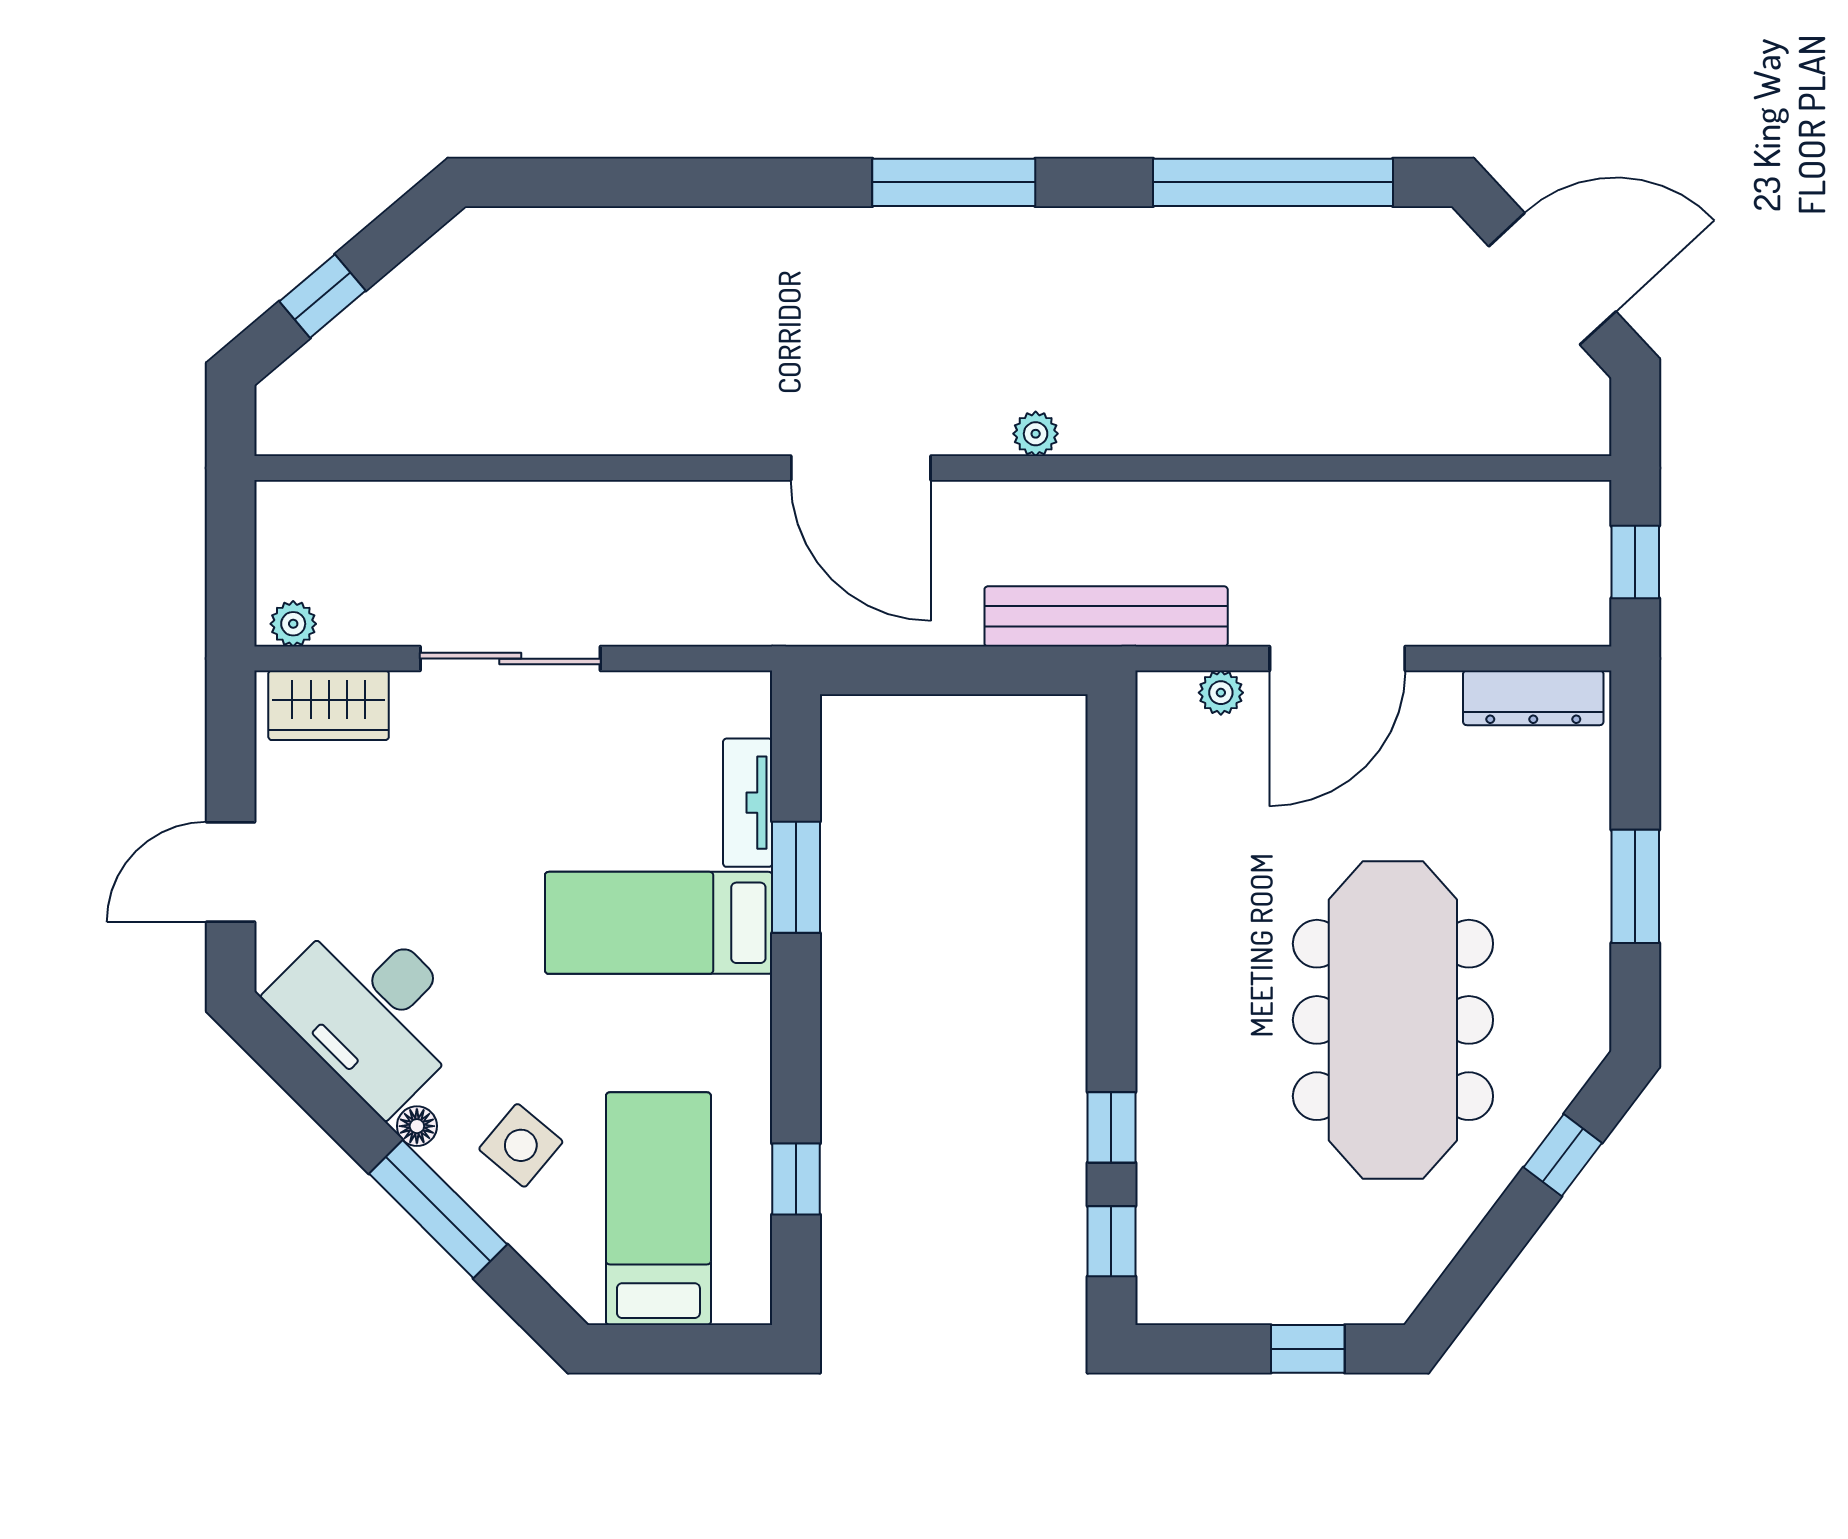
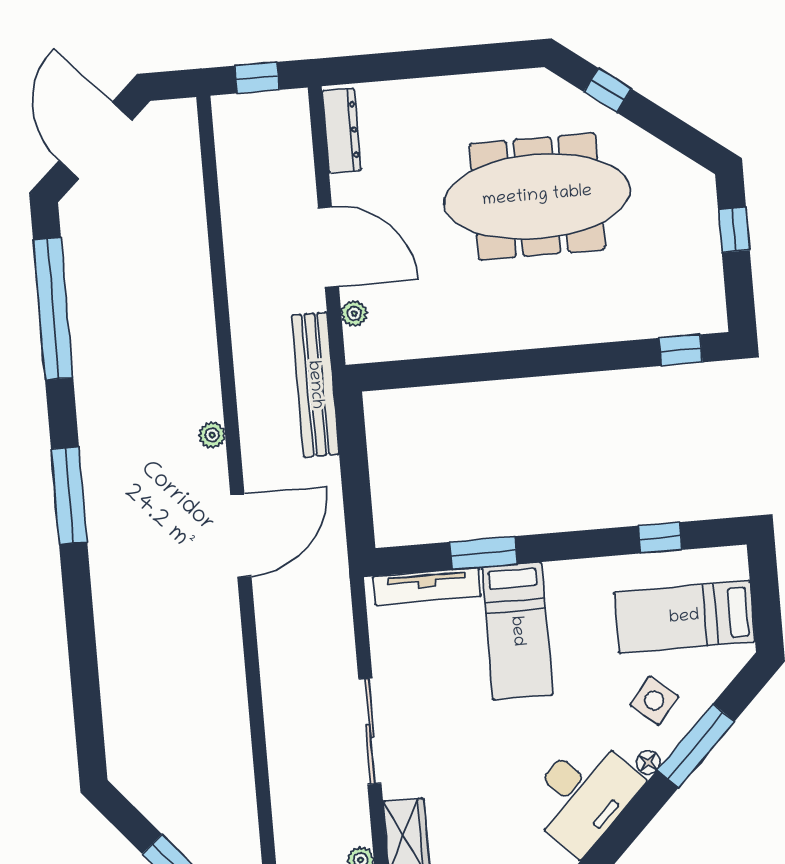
tv unit: (748, 803) -> (427, 586), width x1.41
window: (1635, 886) -> (447, 61), removed
window: (1111, 1127) -> (614, 356), removed

